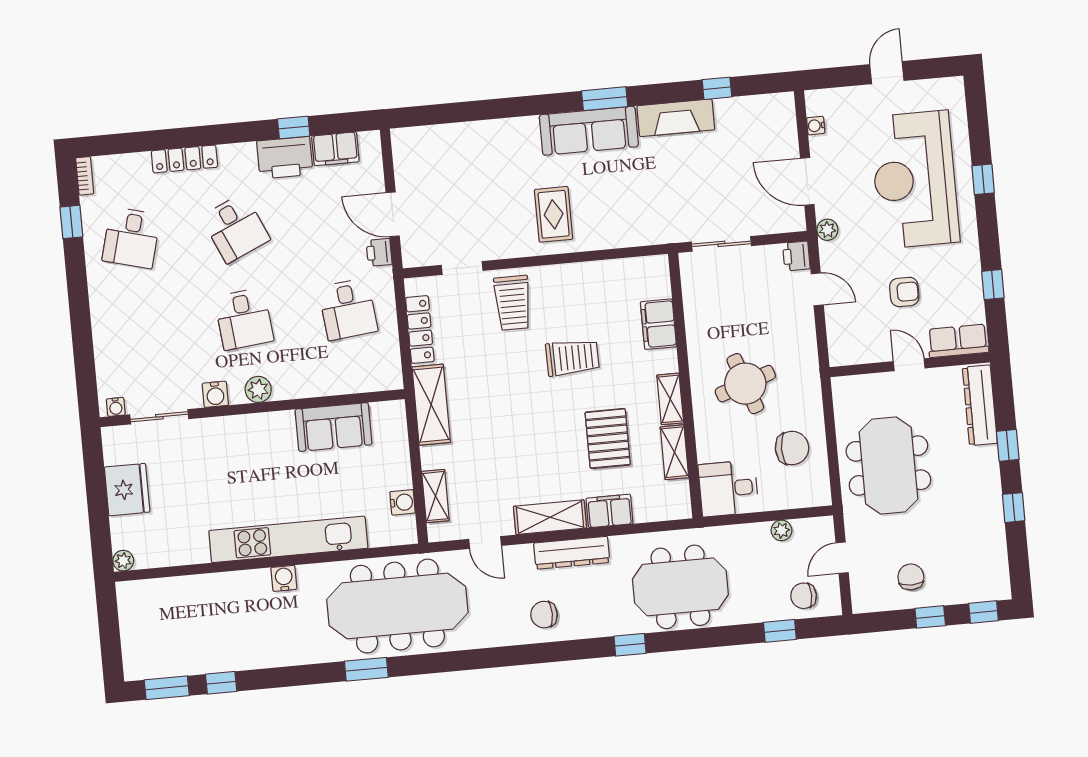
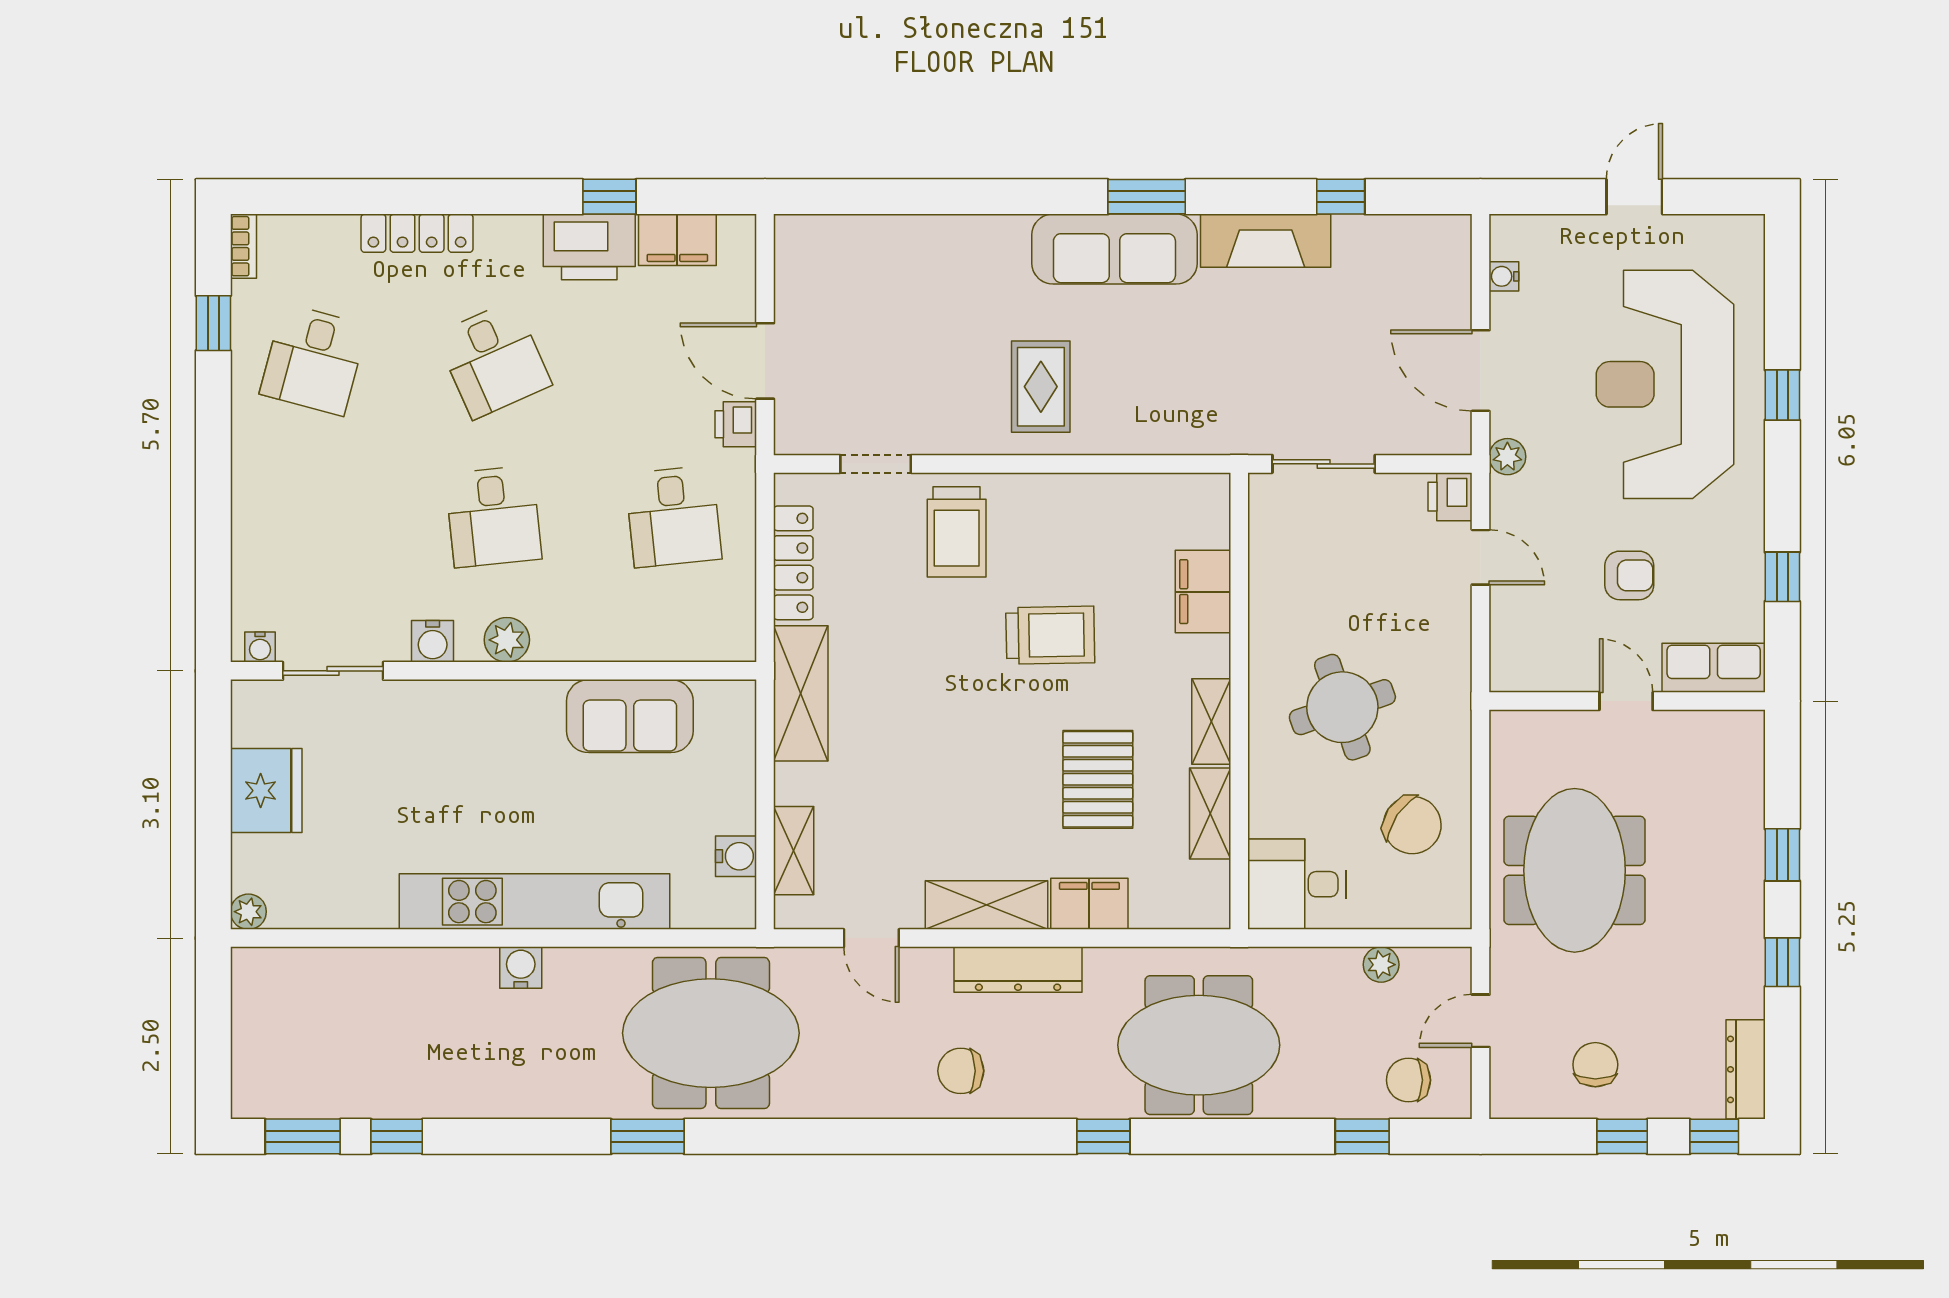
dresser: (980, 405) -> (1746, 1069), moved, width x0.73, depth x0.80
chair: (792, 448) -> (1412, 825), turned 34
meeting table: (397, 606) -> (711, 1033), width x0.73

